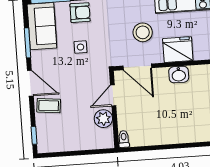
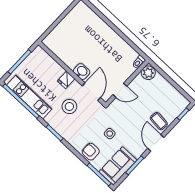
fridge: (178, 50) -> (66, 80), width x0.53, depth x0.75
washbasin: (179, 75) -> (82, 72), moved
plant: (103, 119) -> (148, 73), moved

